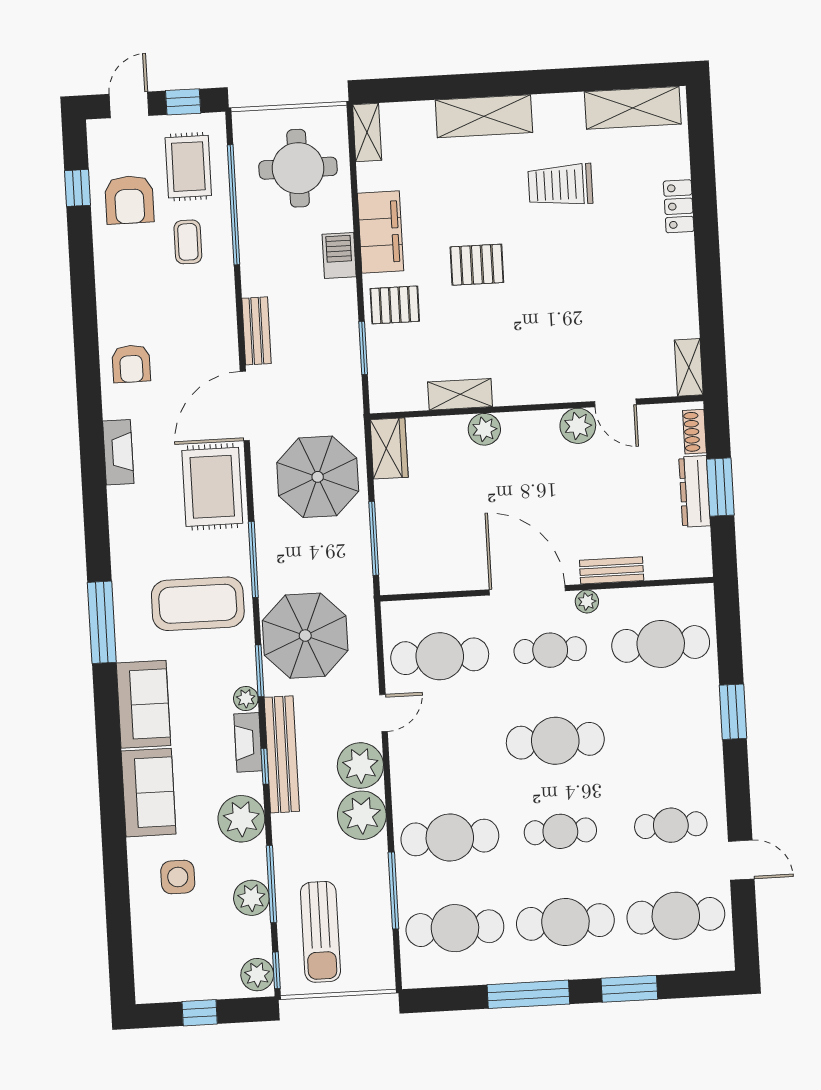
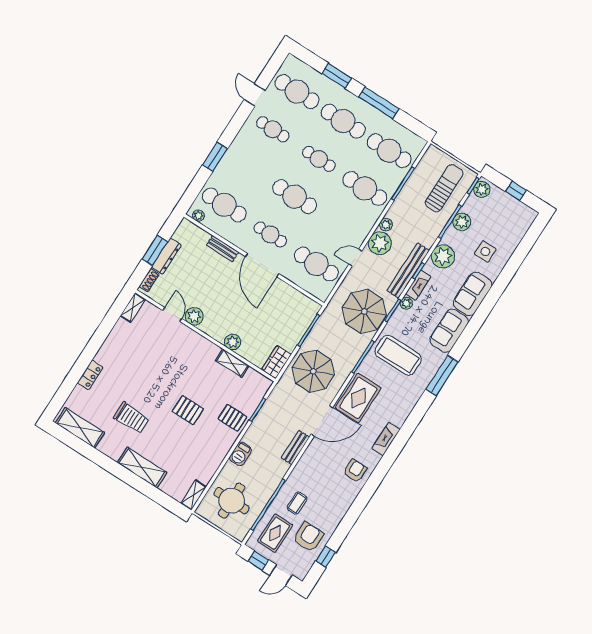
filing cabinet: (381, 232) -> (217, 451), removed
plant: (587, 601) -> (198, 216), moved
plant: (362, 815) -> (386, 225), width x0.53, depth x0.53

